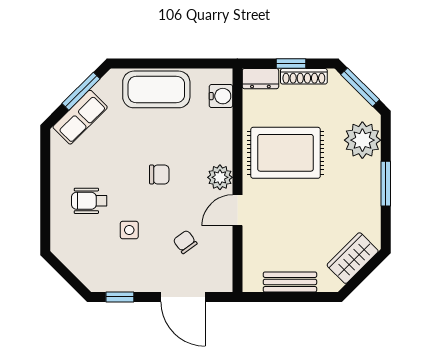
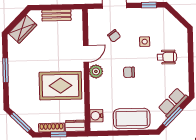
plant: (362, 140) -> (19, 93), removed

